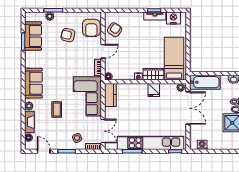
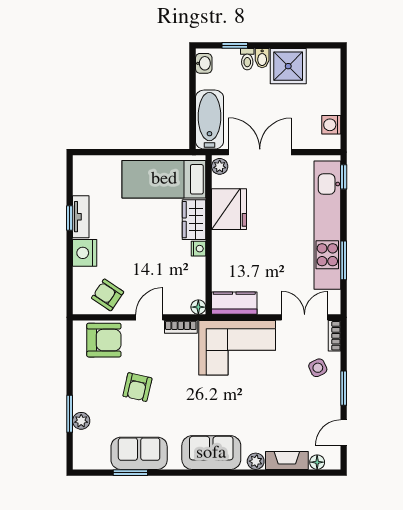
nightstand: (173, 18) -> (85, 253), moved
armchair: (68, 35) -> (137, 387), moved
sofa: (33, 36) -> (139, 453), moved
door: (103, 51) -> (149, 317), hinge flipped
fridge: (154, 90) -> (229, 209), width x1.88, depth x1.34
coffee table: (57, 109) -> (262, 407), removed

